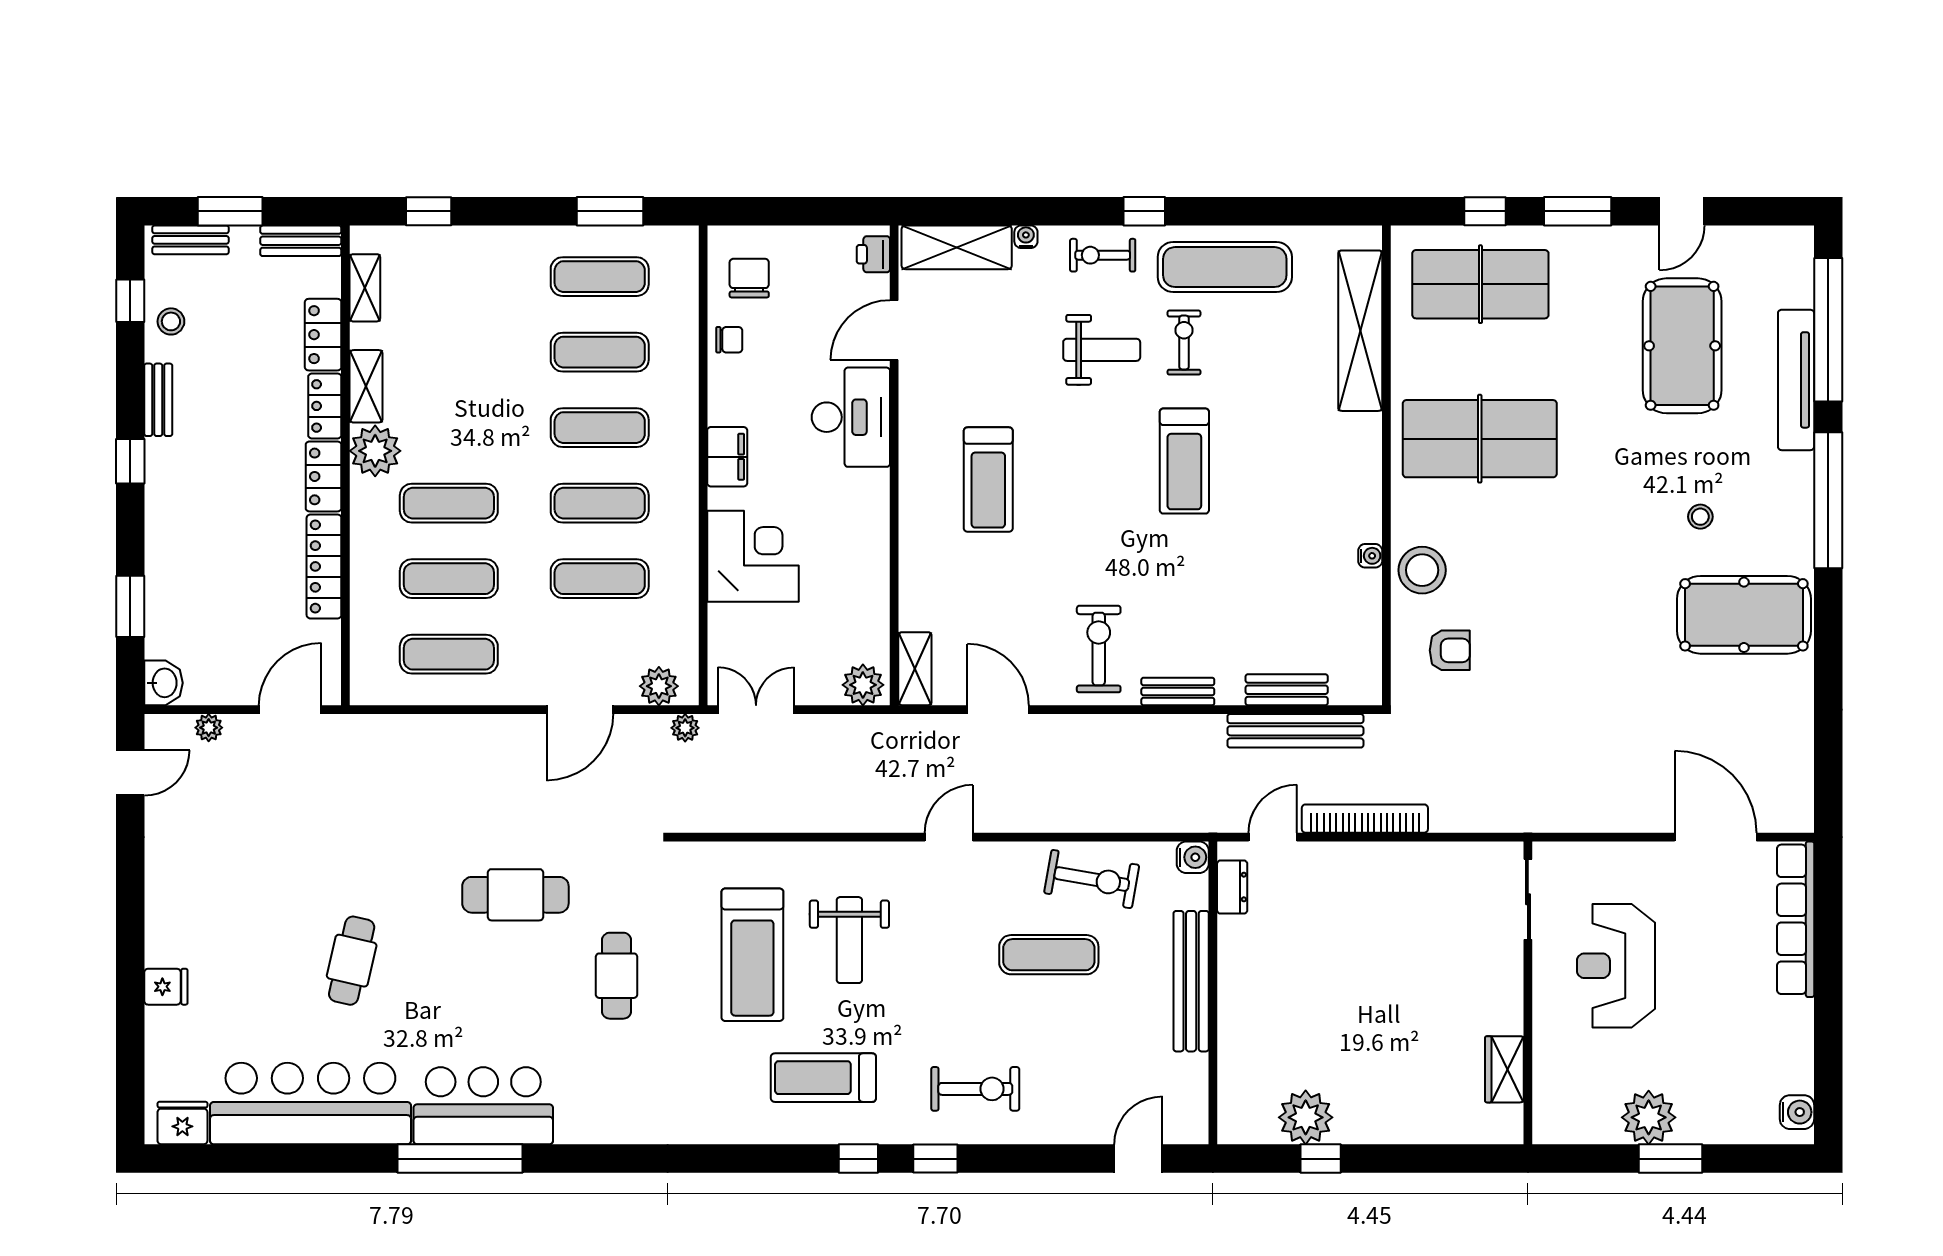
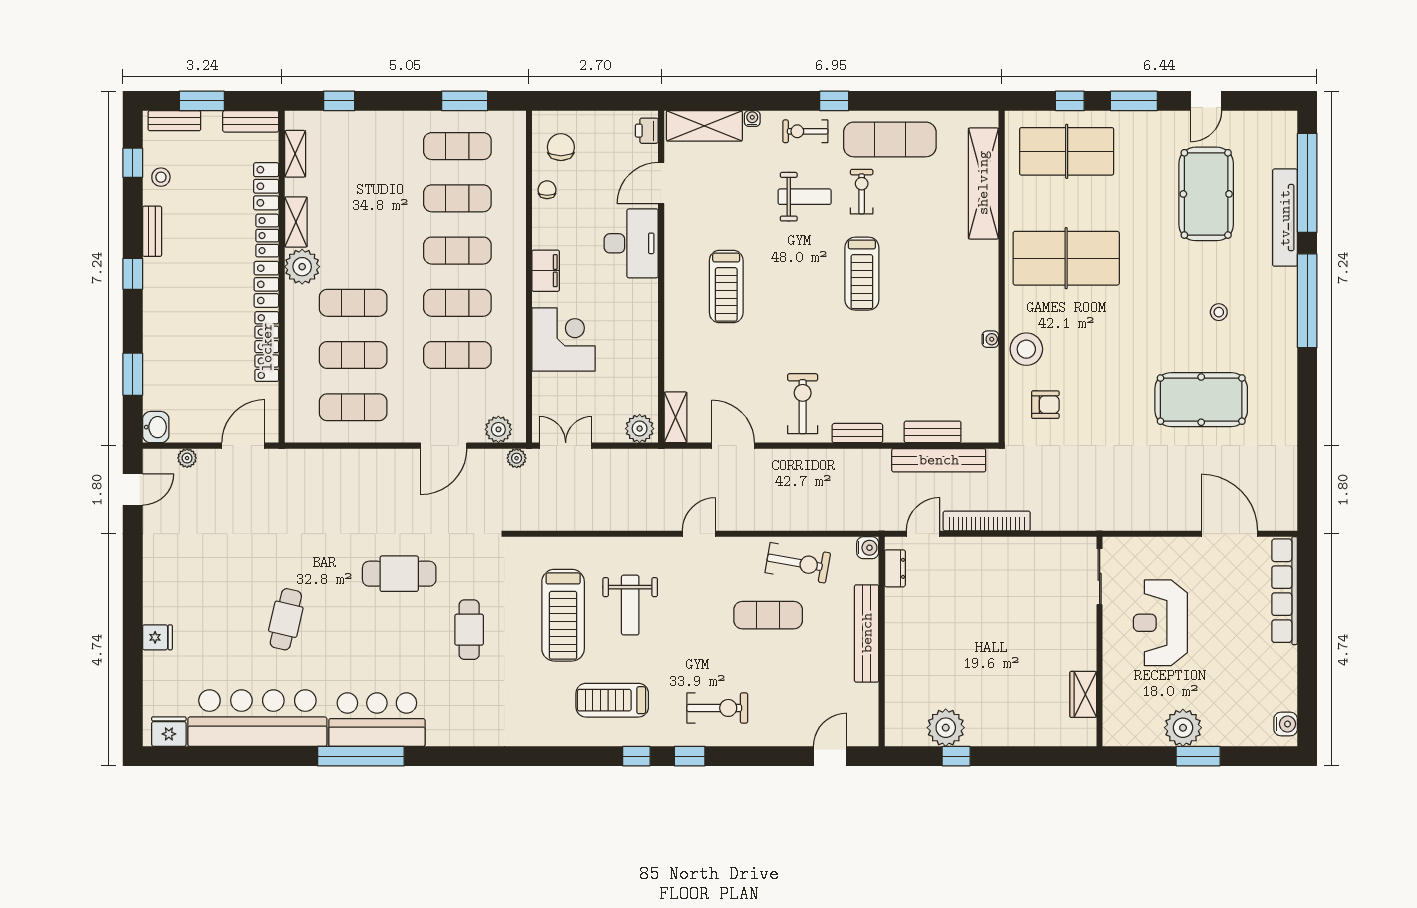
chair: (729, 340) -> (547, 190), turned -90
pool table: (1744, 615) -> (1201, 400), moved

